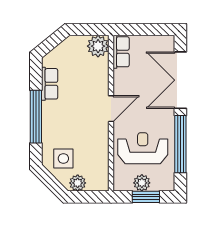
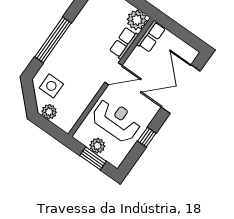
row of seats: (50, 84) -> (124, 43), moved, turned 180
window: (180, 144) -> (147, 137), width x0.32

